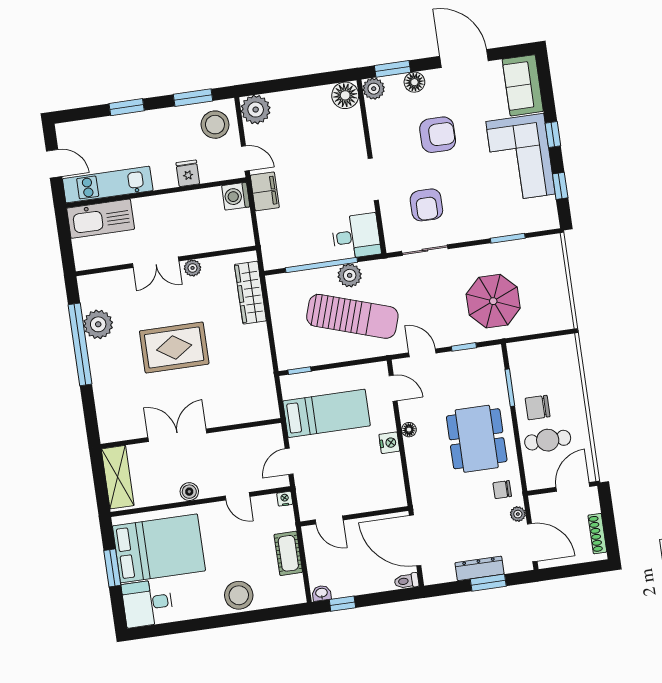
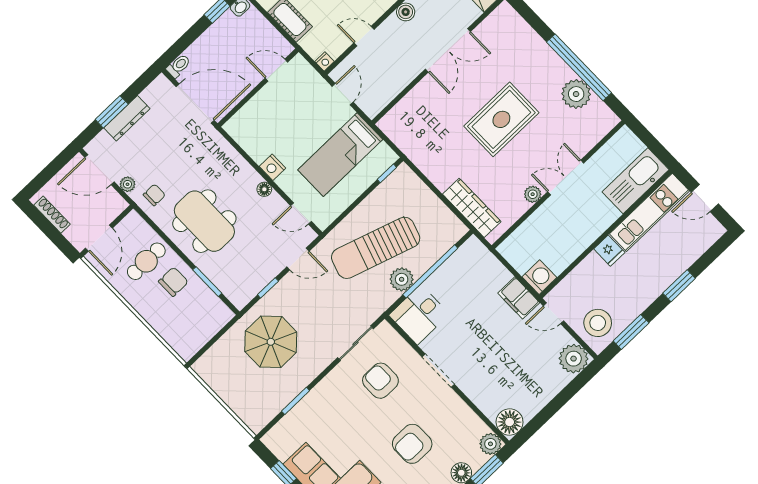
fridge: (188, 173) -> (609, 251), moved

